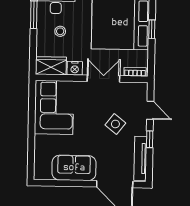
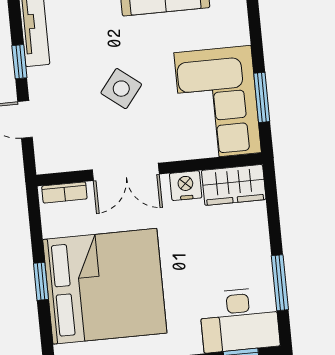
stool: (60, 31) -> (223, 256), removed
window: (32, 107) -> (262, 97), added
side table: (115, 124) -> (121, 89), moved

